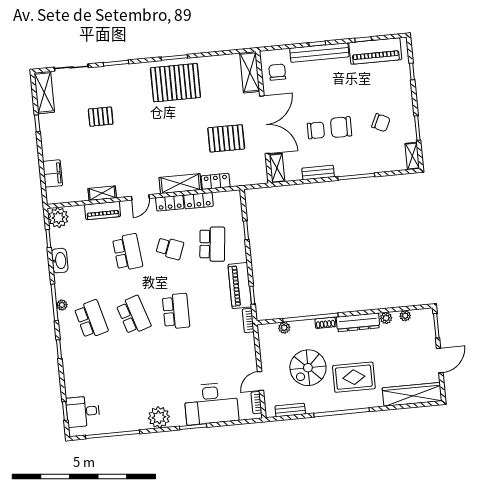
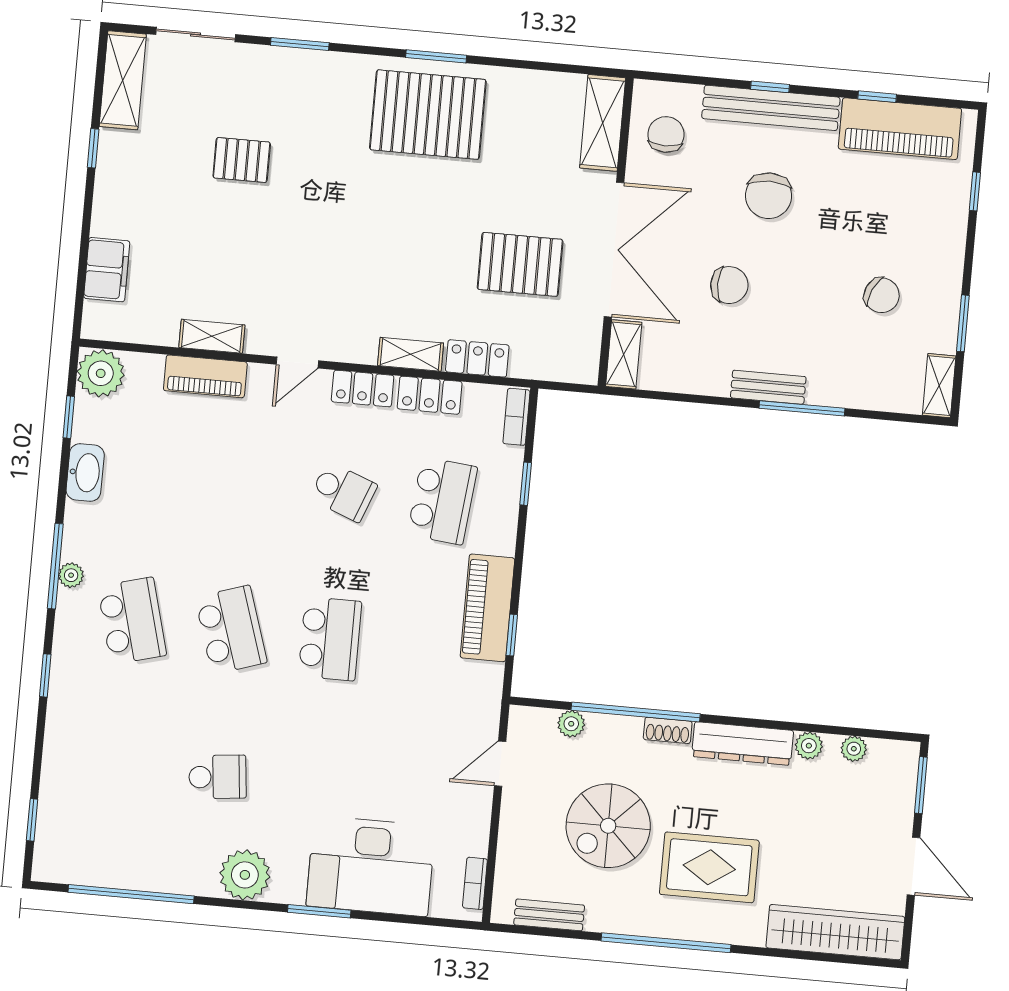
chair: (341, 127) -> (769, 196), moved, turned -90
bench: (318, 172) -> (768, 387), moved
shelving: (180, 184) -> (411, 354), width x0.67, depth x0.75
school desk: (127, 252) -> (218, 777), moved, width x0.54
bookcase: (248, 320) -> (516, 417), moved
door: (440, 360) -> (913, 866), hinge flipped
door: (260, 381) -> (500, 764), moved
desk: (83, 411) -> (73, 829), removed

